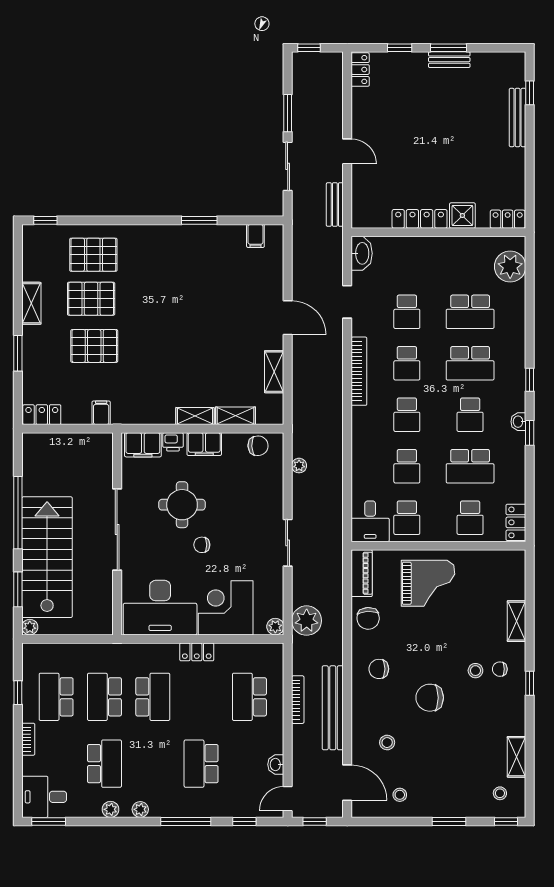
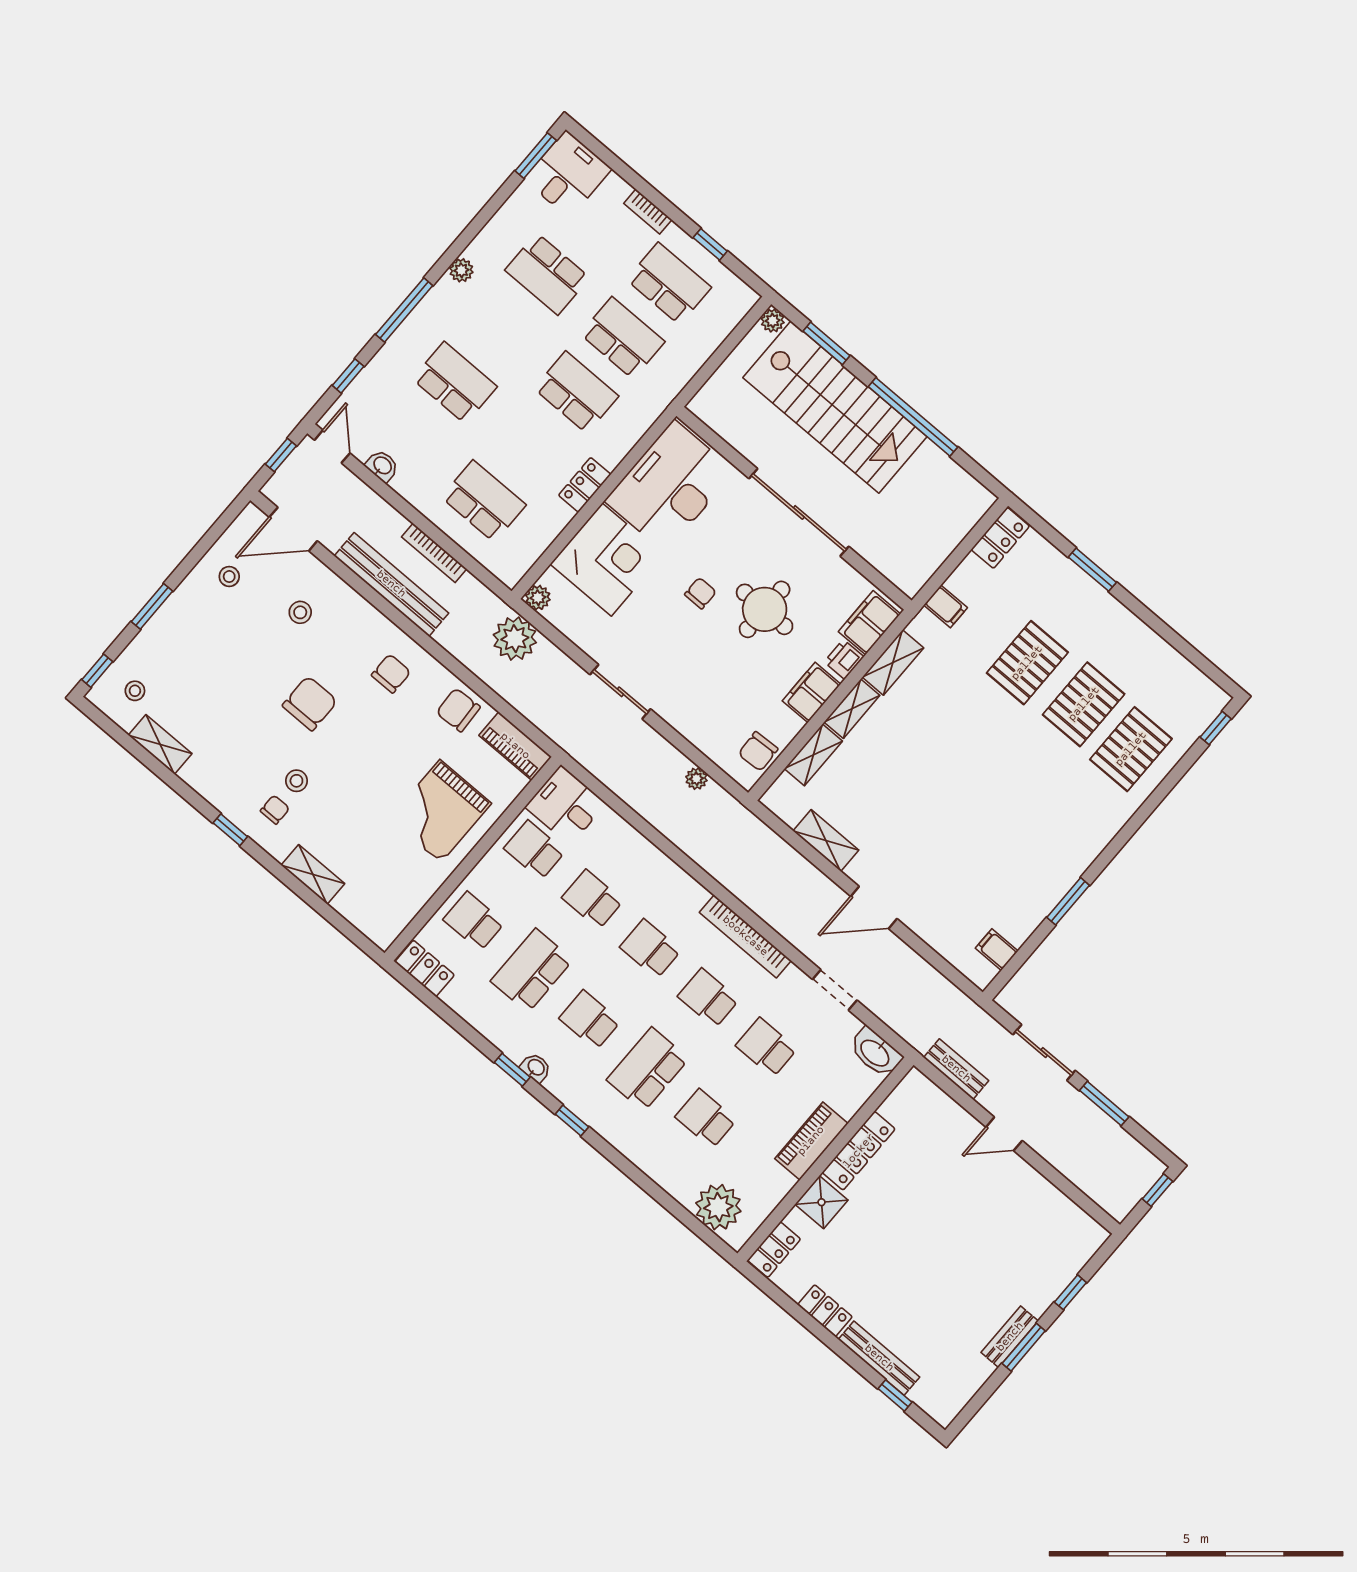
locker: (360, 70) -> (825, 1311), moved, turned 180
piano: (435, 248) -> (811, 1141), added
shelving: (31, 303) -> (893, 663), moved, turned 90
school desk: (470, 312) -> (706, 1119), width x0.54
school desk: (153, 697) -> (576, 392), turned 180
plant: (111, 809) -> (490, 237), removed

